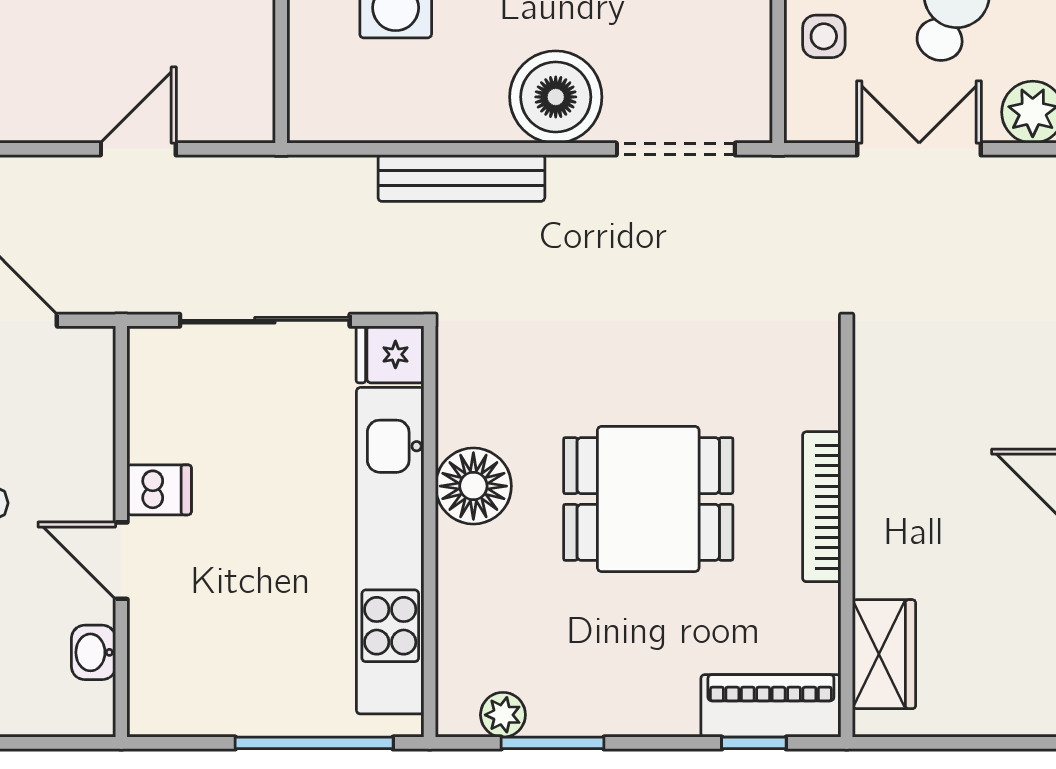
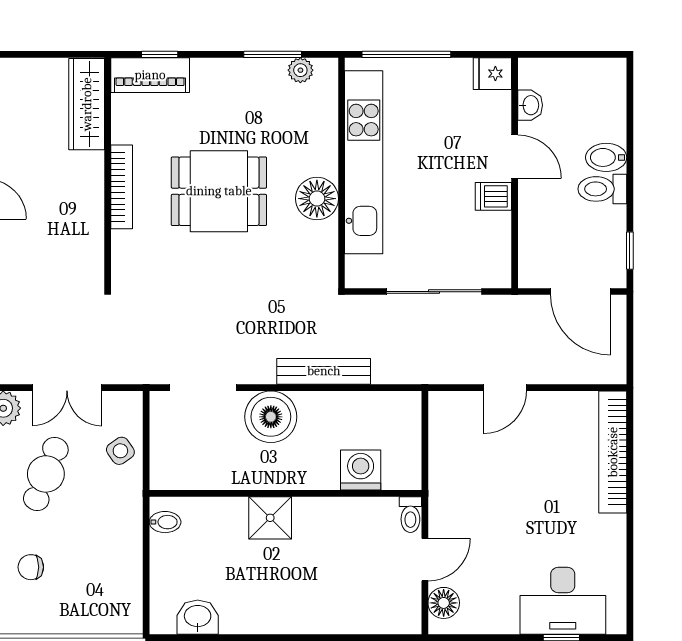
side table: (824, 36) -> (120, 451), turned -35
fridge: (390, 354) -> (492, 74), moved, turned 180
wardrobe: (884, 654) -> (87, 104), width x1.50

